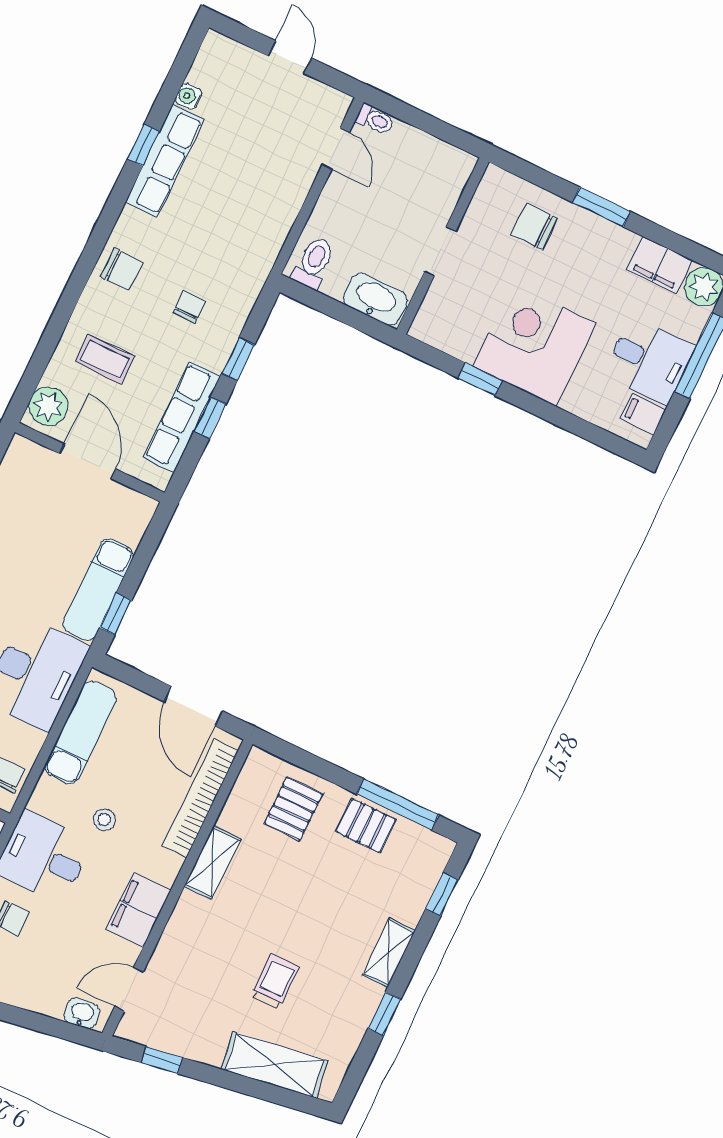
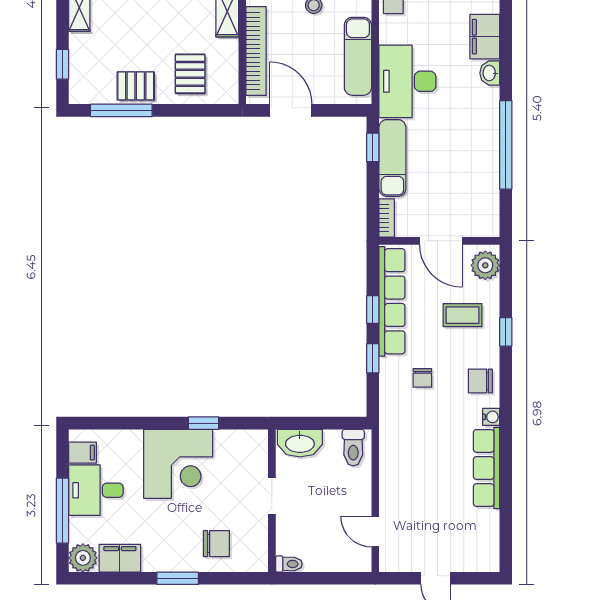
water cooler: (189, 96) -> (491, 417), moved
toilet: (375, 119) -> (289, 564), moved, turned 180
window: (143, 145) -> (506, 332), moved
row of seats: (182, 417) -> (392, 301), width x1.36
bookcase: (140, 521) -> (387, 218), added

